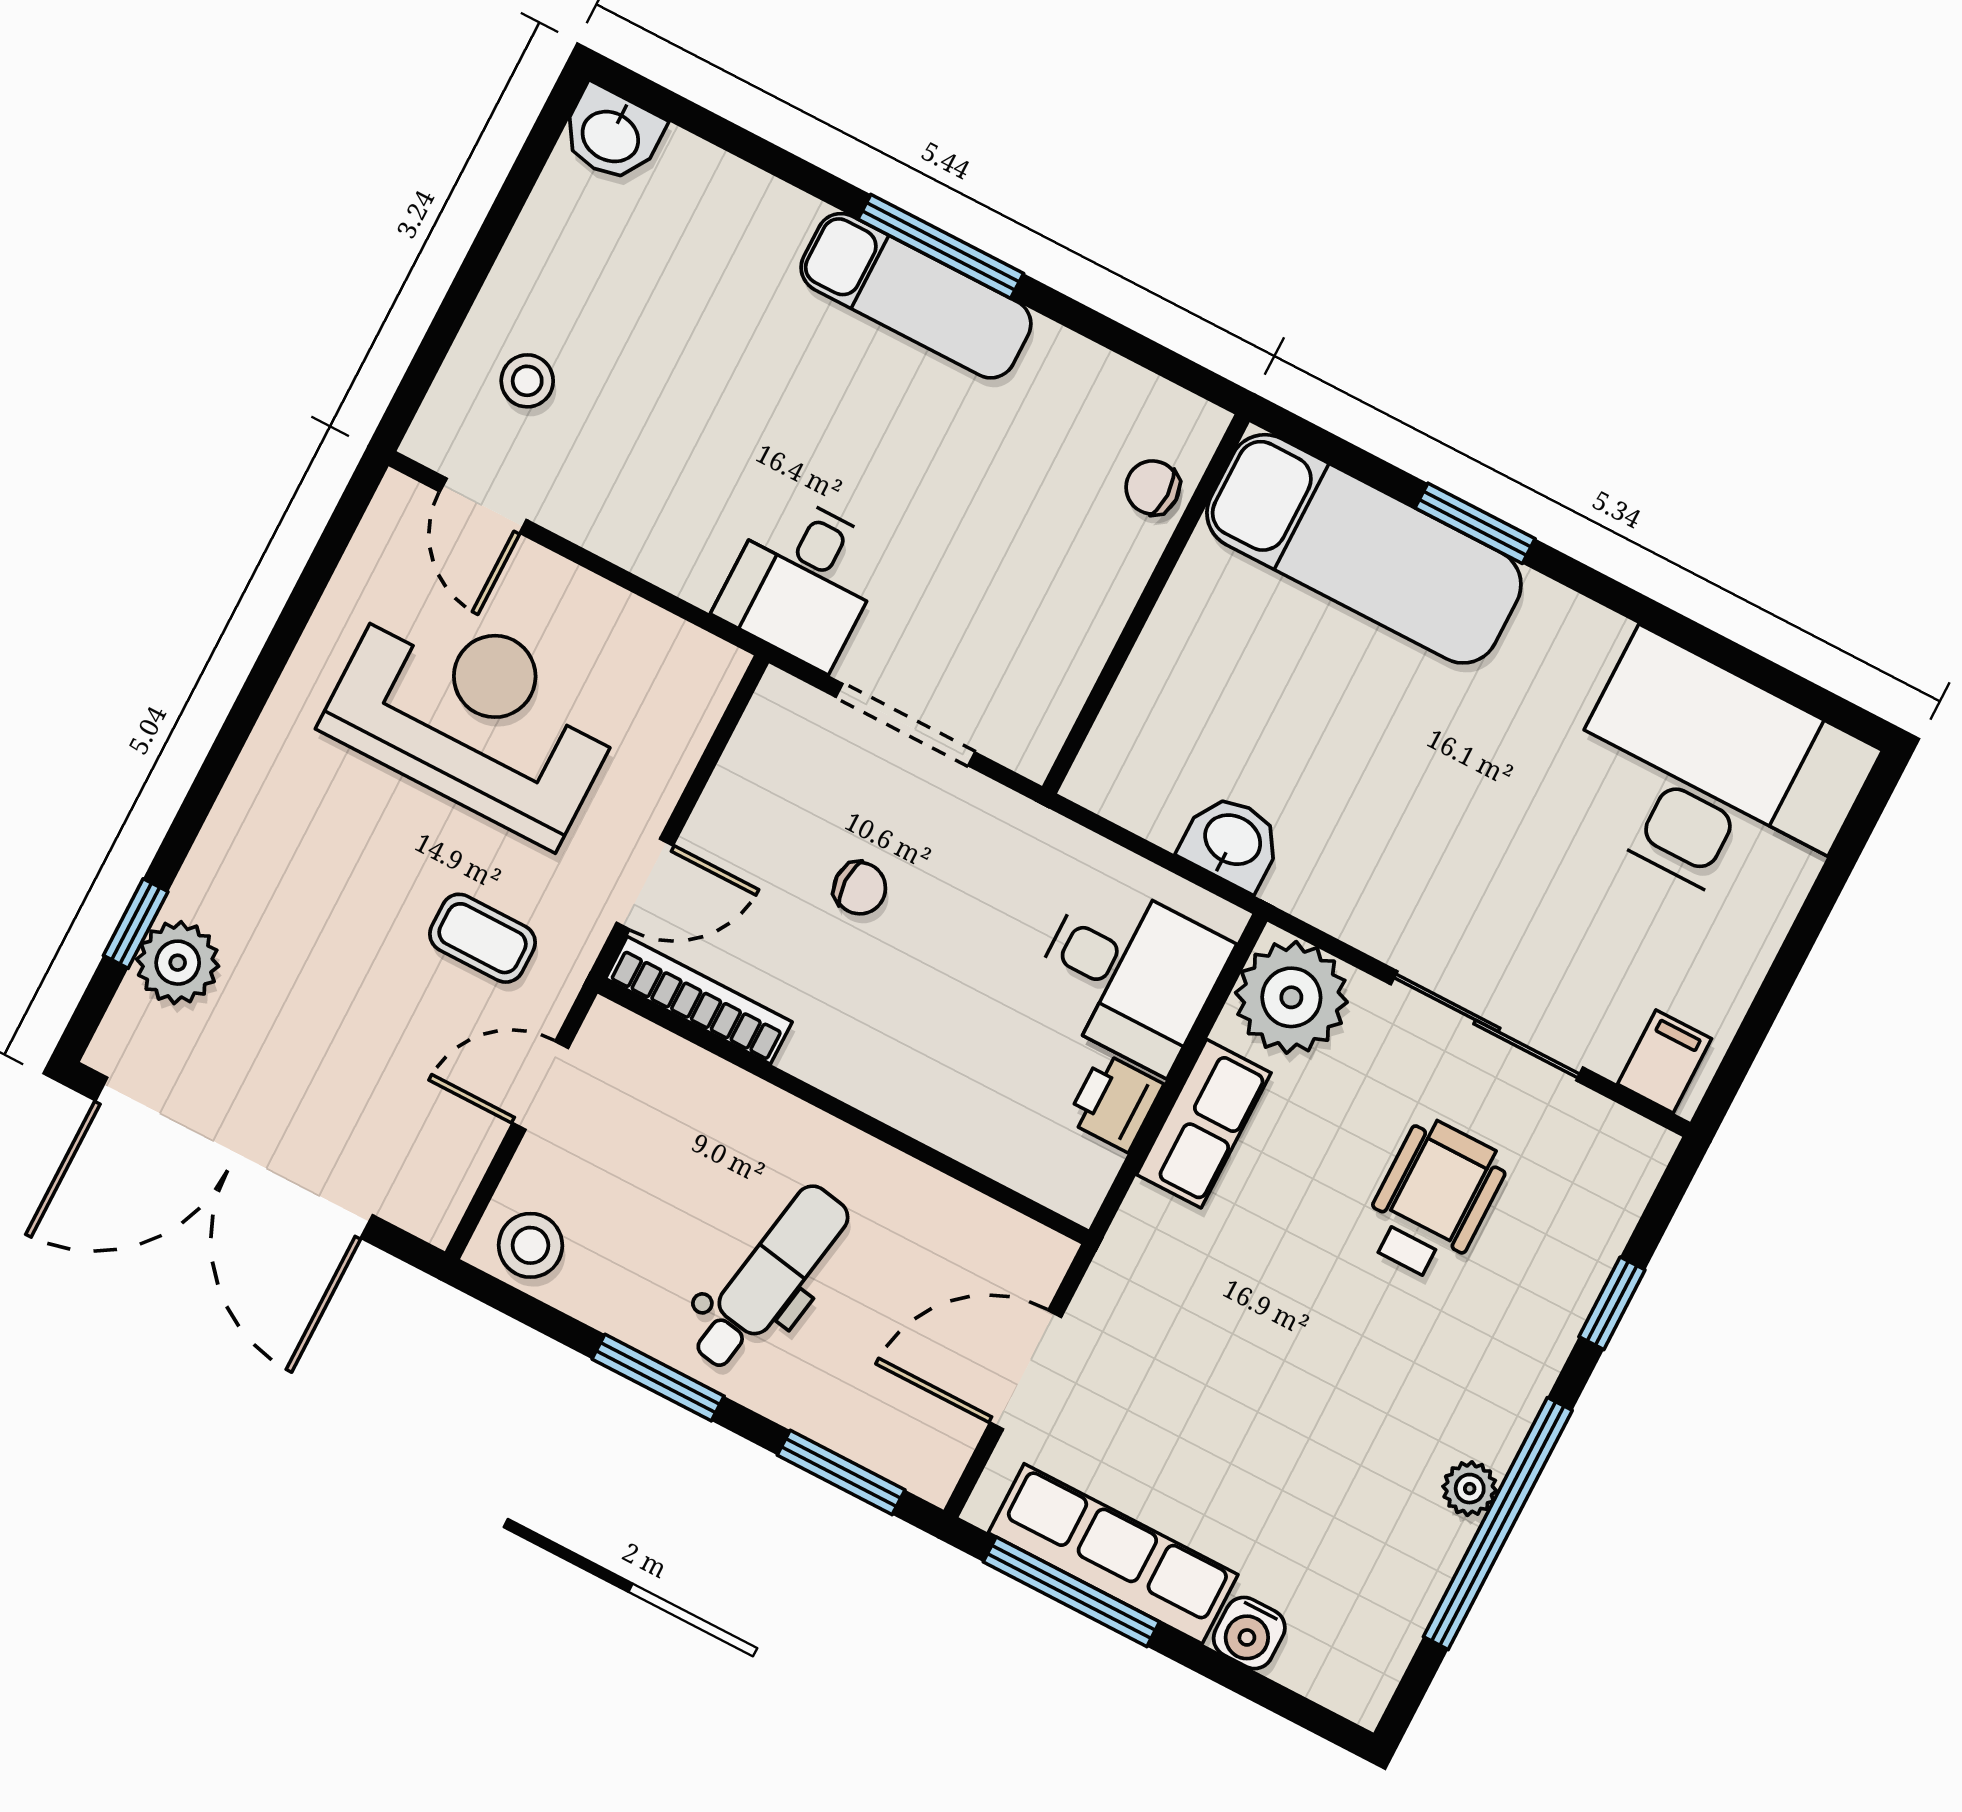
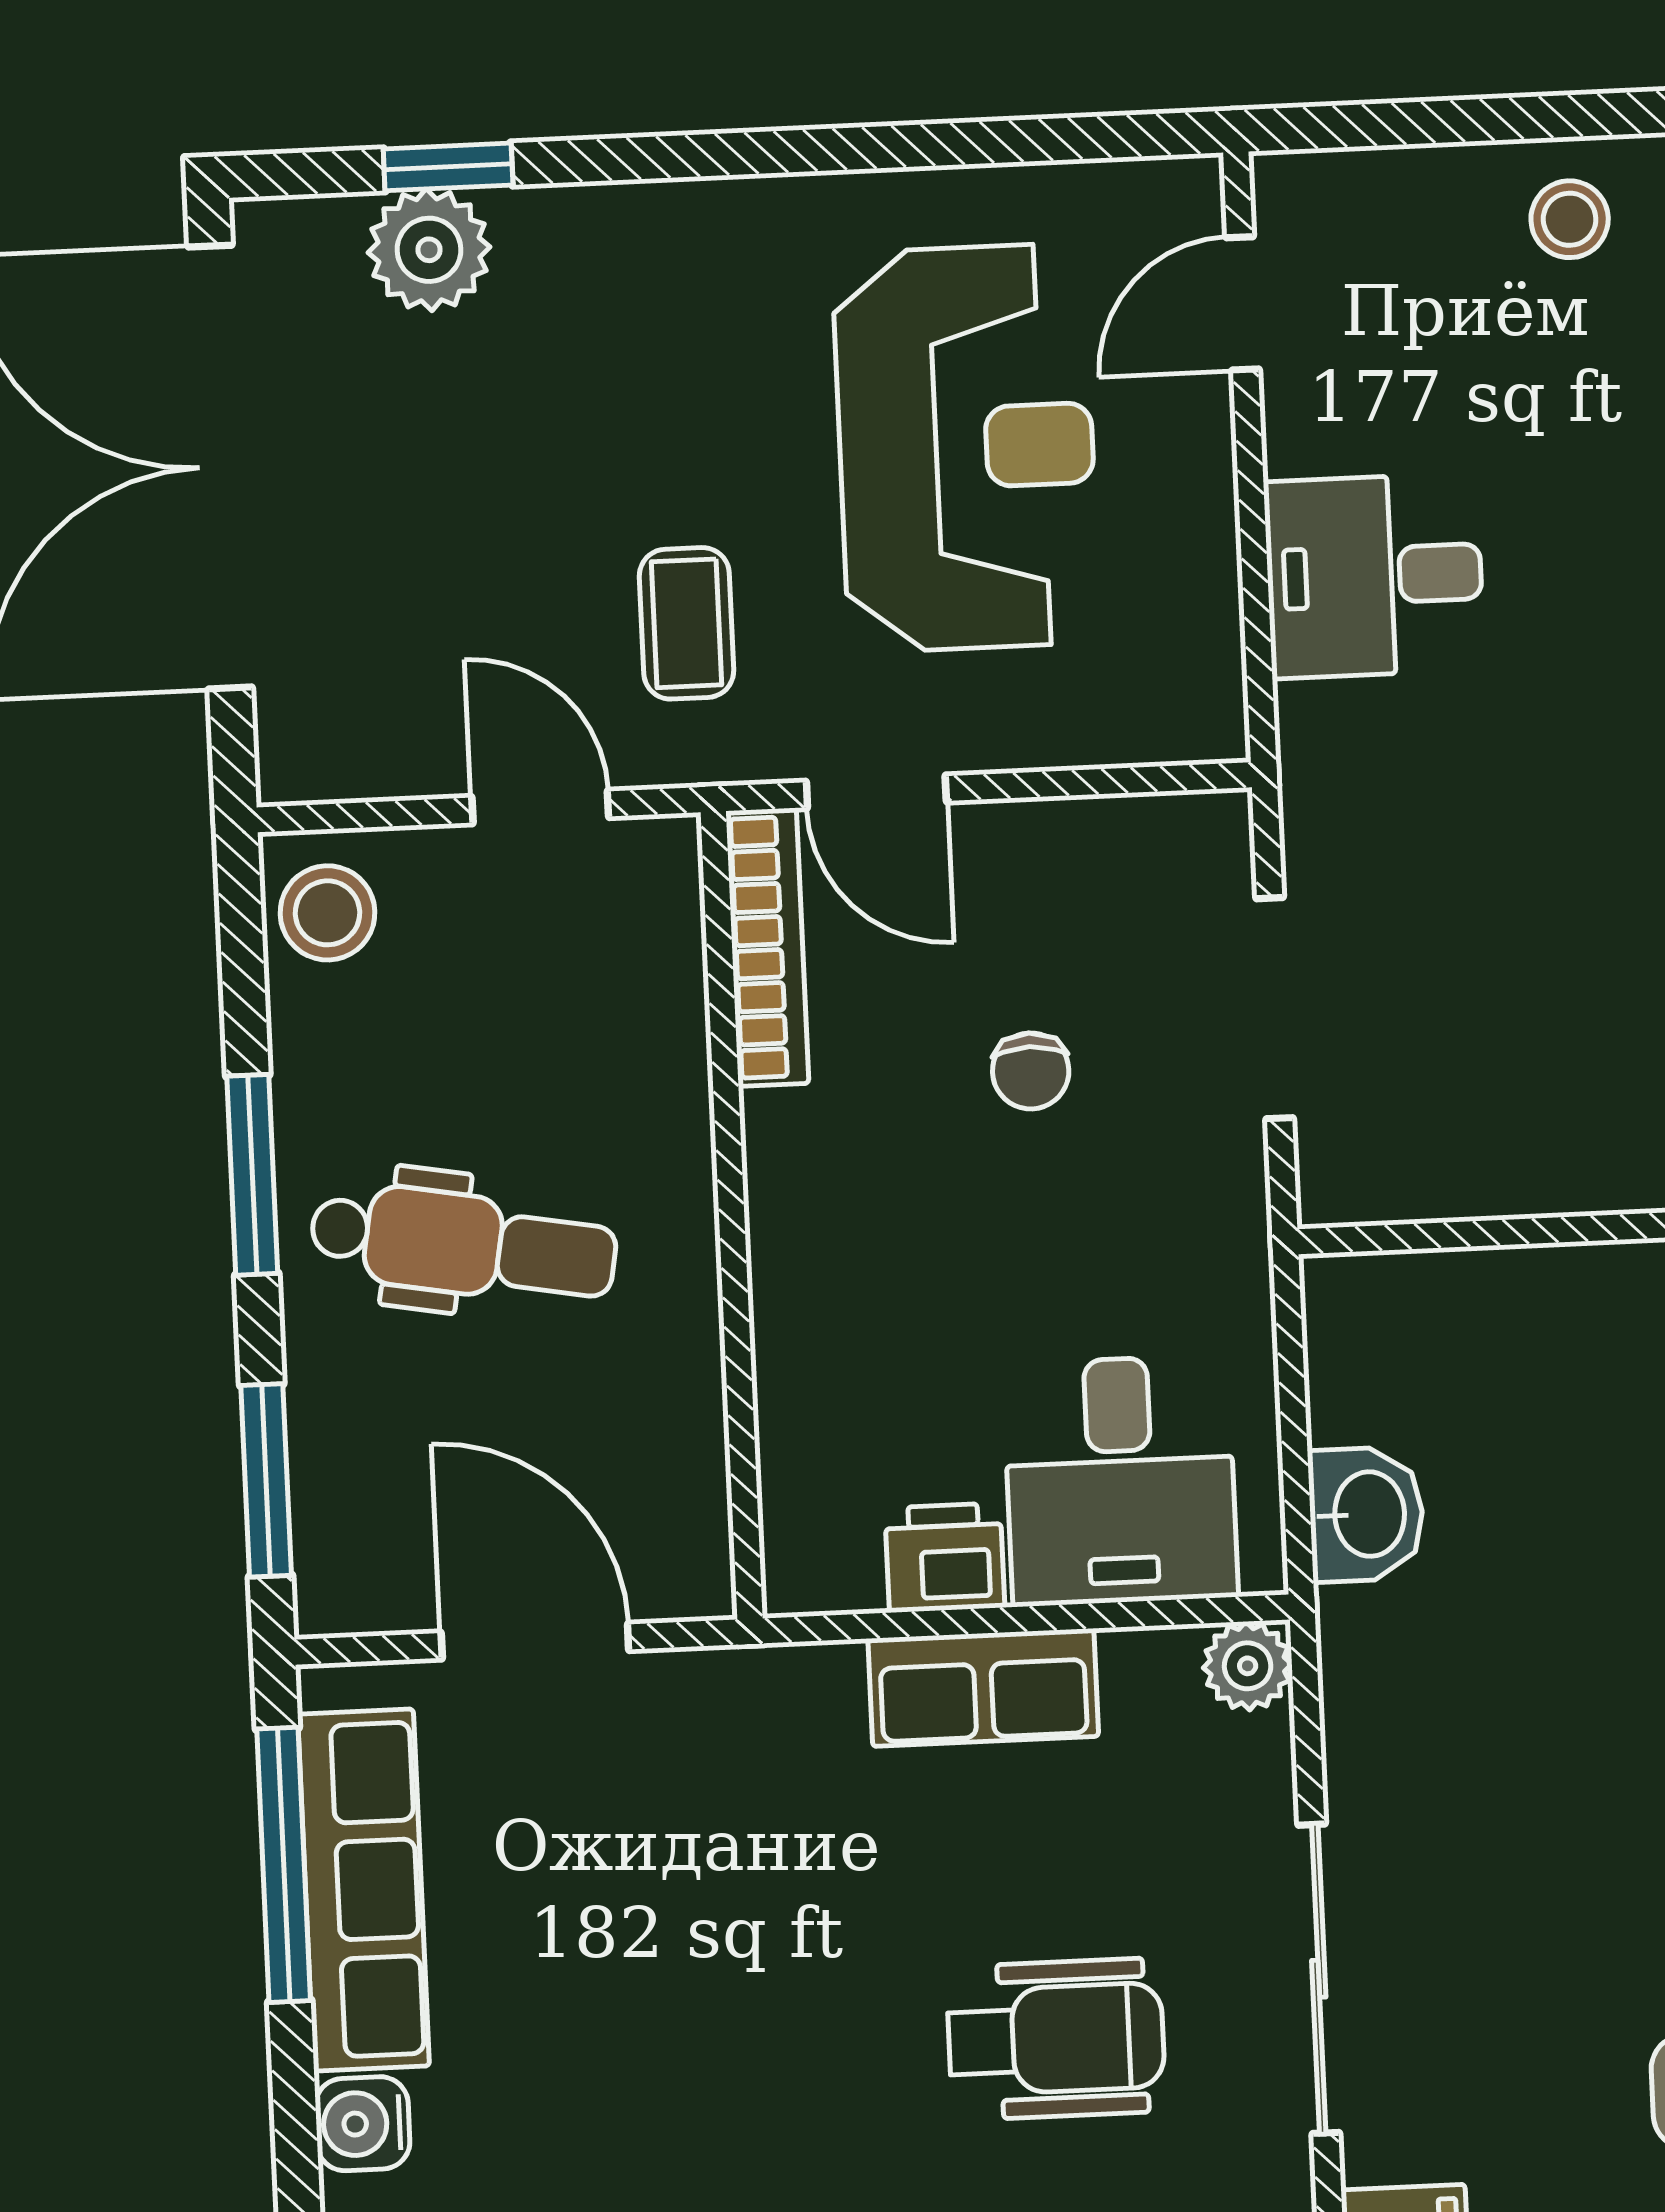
stool: (527, 381) -> (1570, 219), moved
desk: (802, 581) -> (1374, 576), moved
plant: (1291, 997) -> (1248, 1666), width x0.53, depth x0.53

